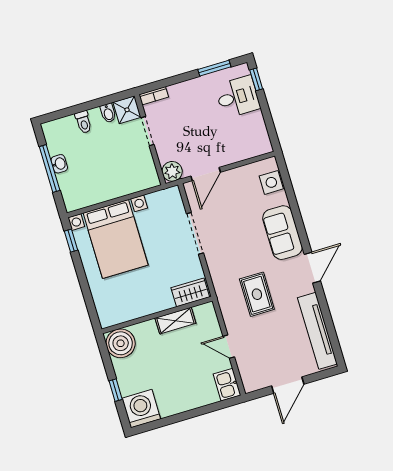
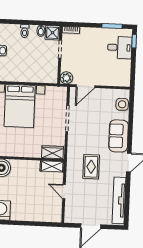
shelving: (175, 321) -> (52, 166), moved
kitchen sink: (227, 385) -> (55, 214), removed

